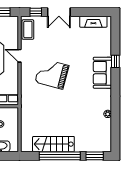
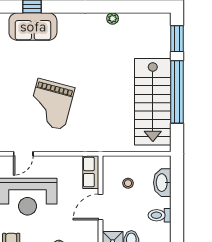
sofa: (102, 73) -> (33, 27), moved
stairs: (53, 144) -> (153, 102), width x1.36, depth x1.51

